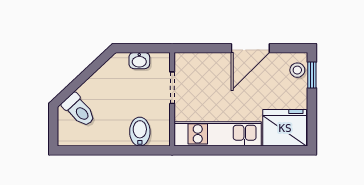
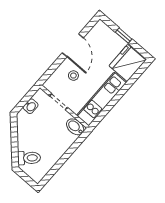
stool: (297, 70) -> (73, 76), moved
window: (312, 75) -> (124, 36), moved
bidet: (140, 132) -> (75, 127), moved

